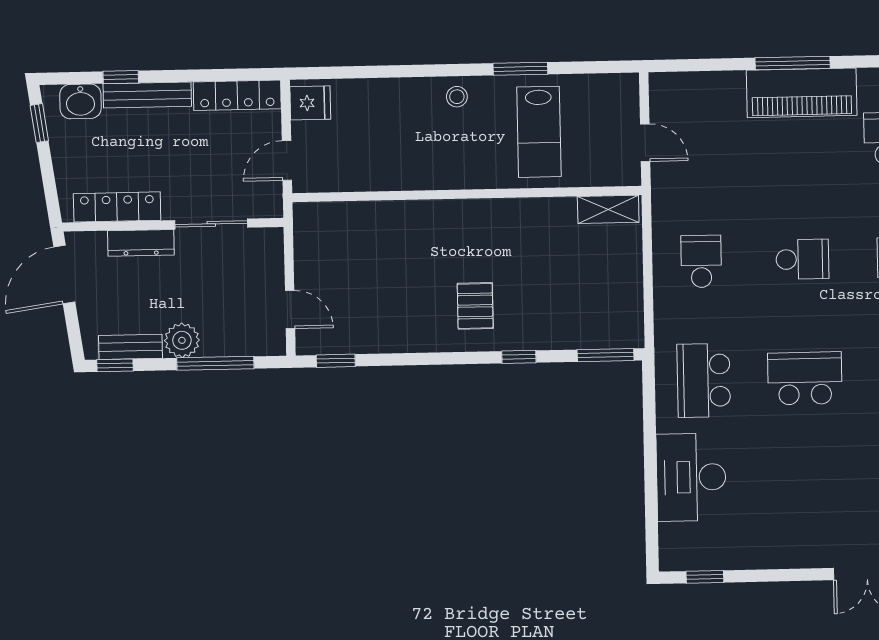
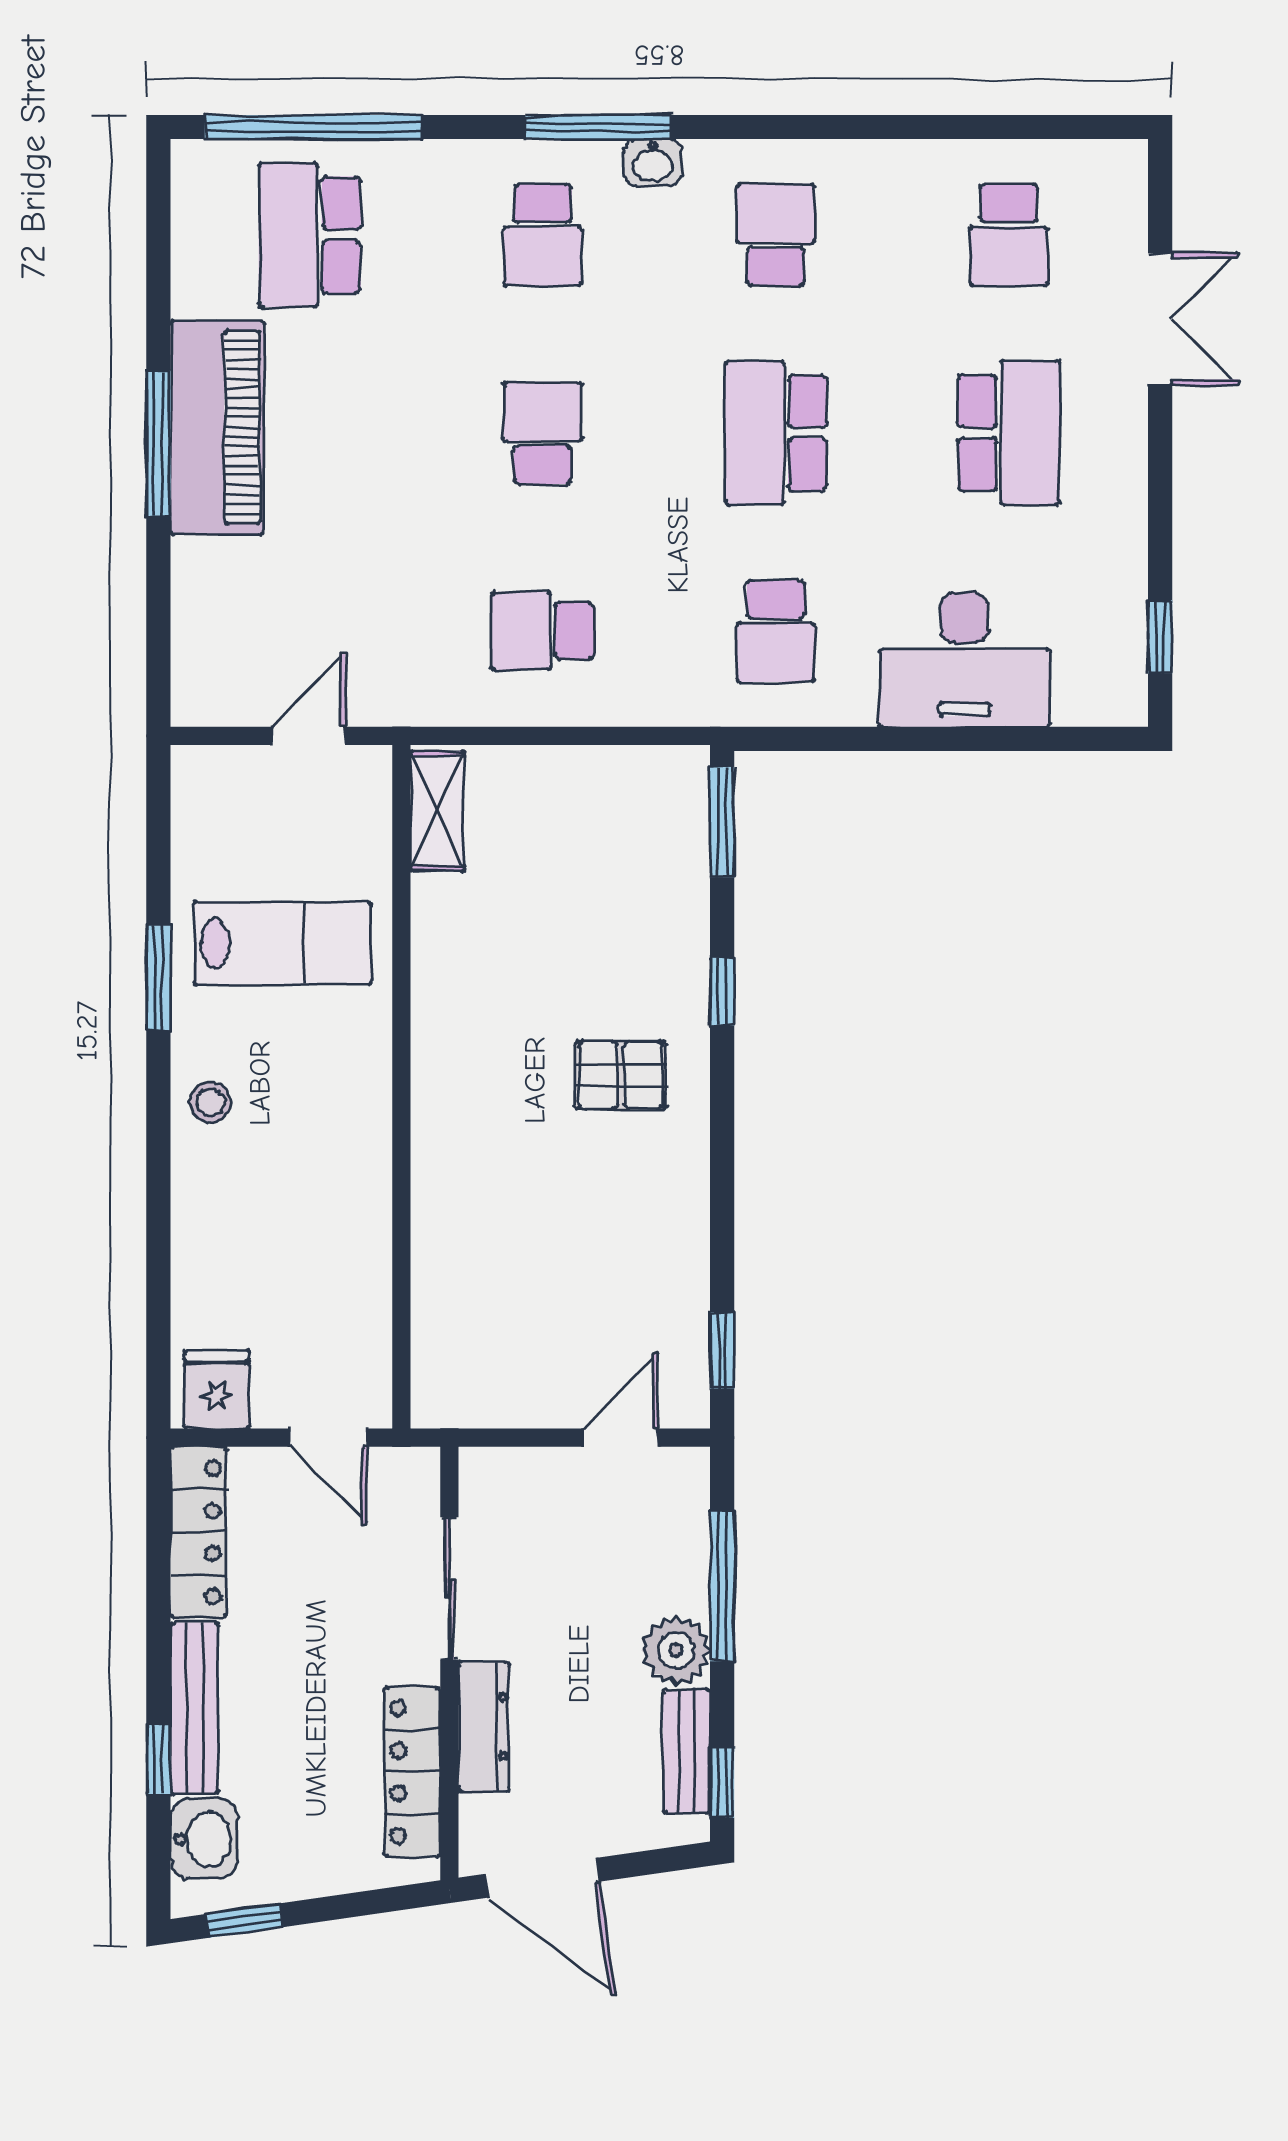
school desk: (704, 380) -> (776, 631), width x0.54
school desk: (807, 497) -> (1009, 433), added

